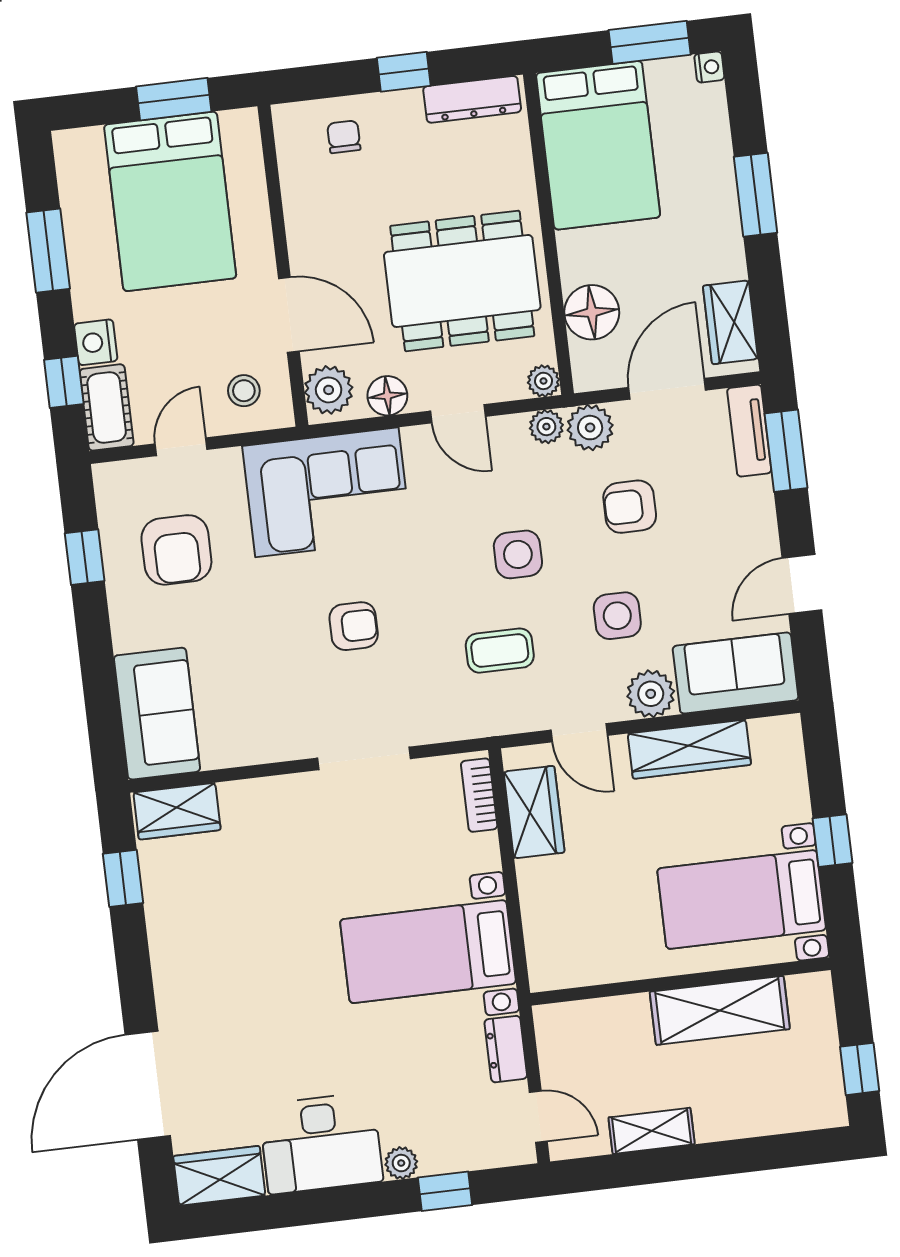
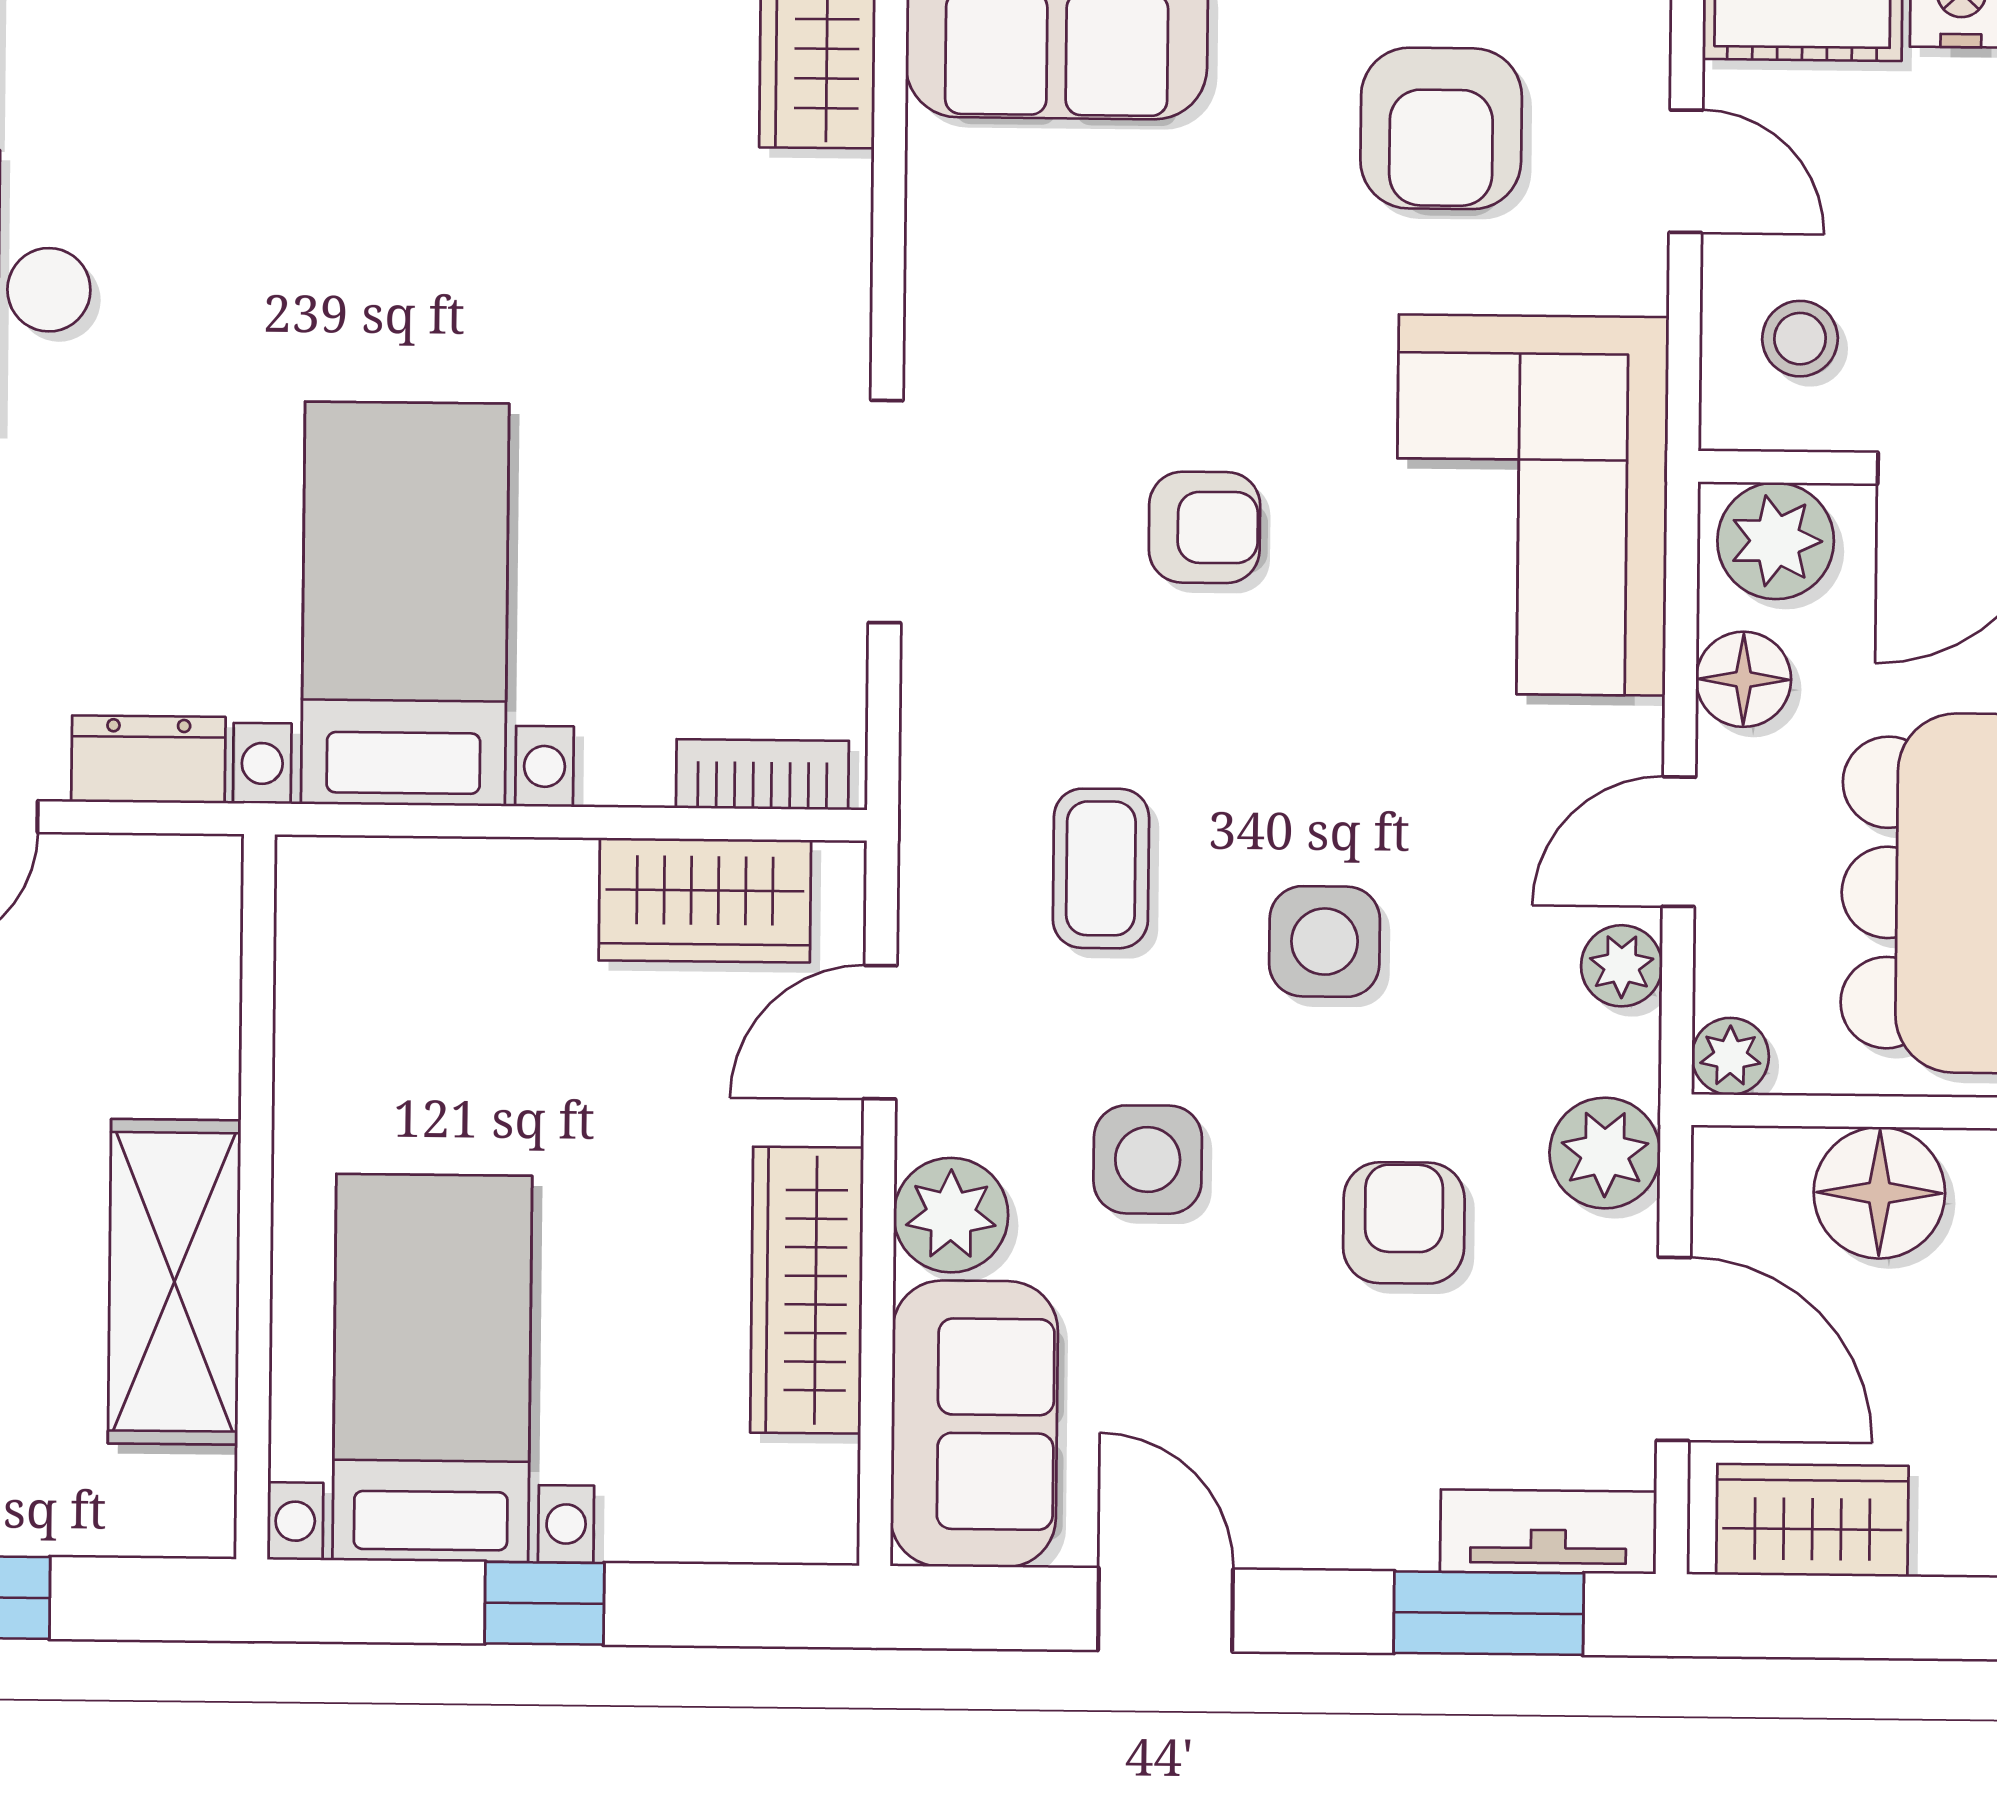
plant: (546, 427) -> (1622, 966), moved
armchair: (176, 550) -> (1441, 128), turned -90
armchair: (354, 626) -> (1204, 527), turned -90

